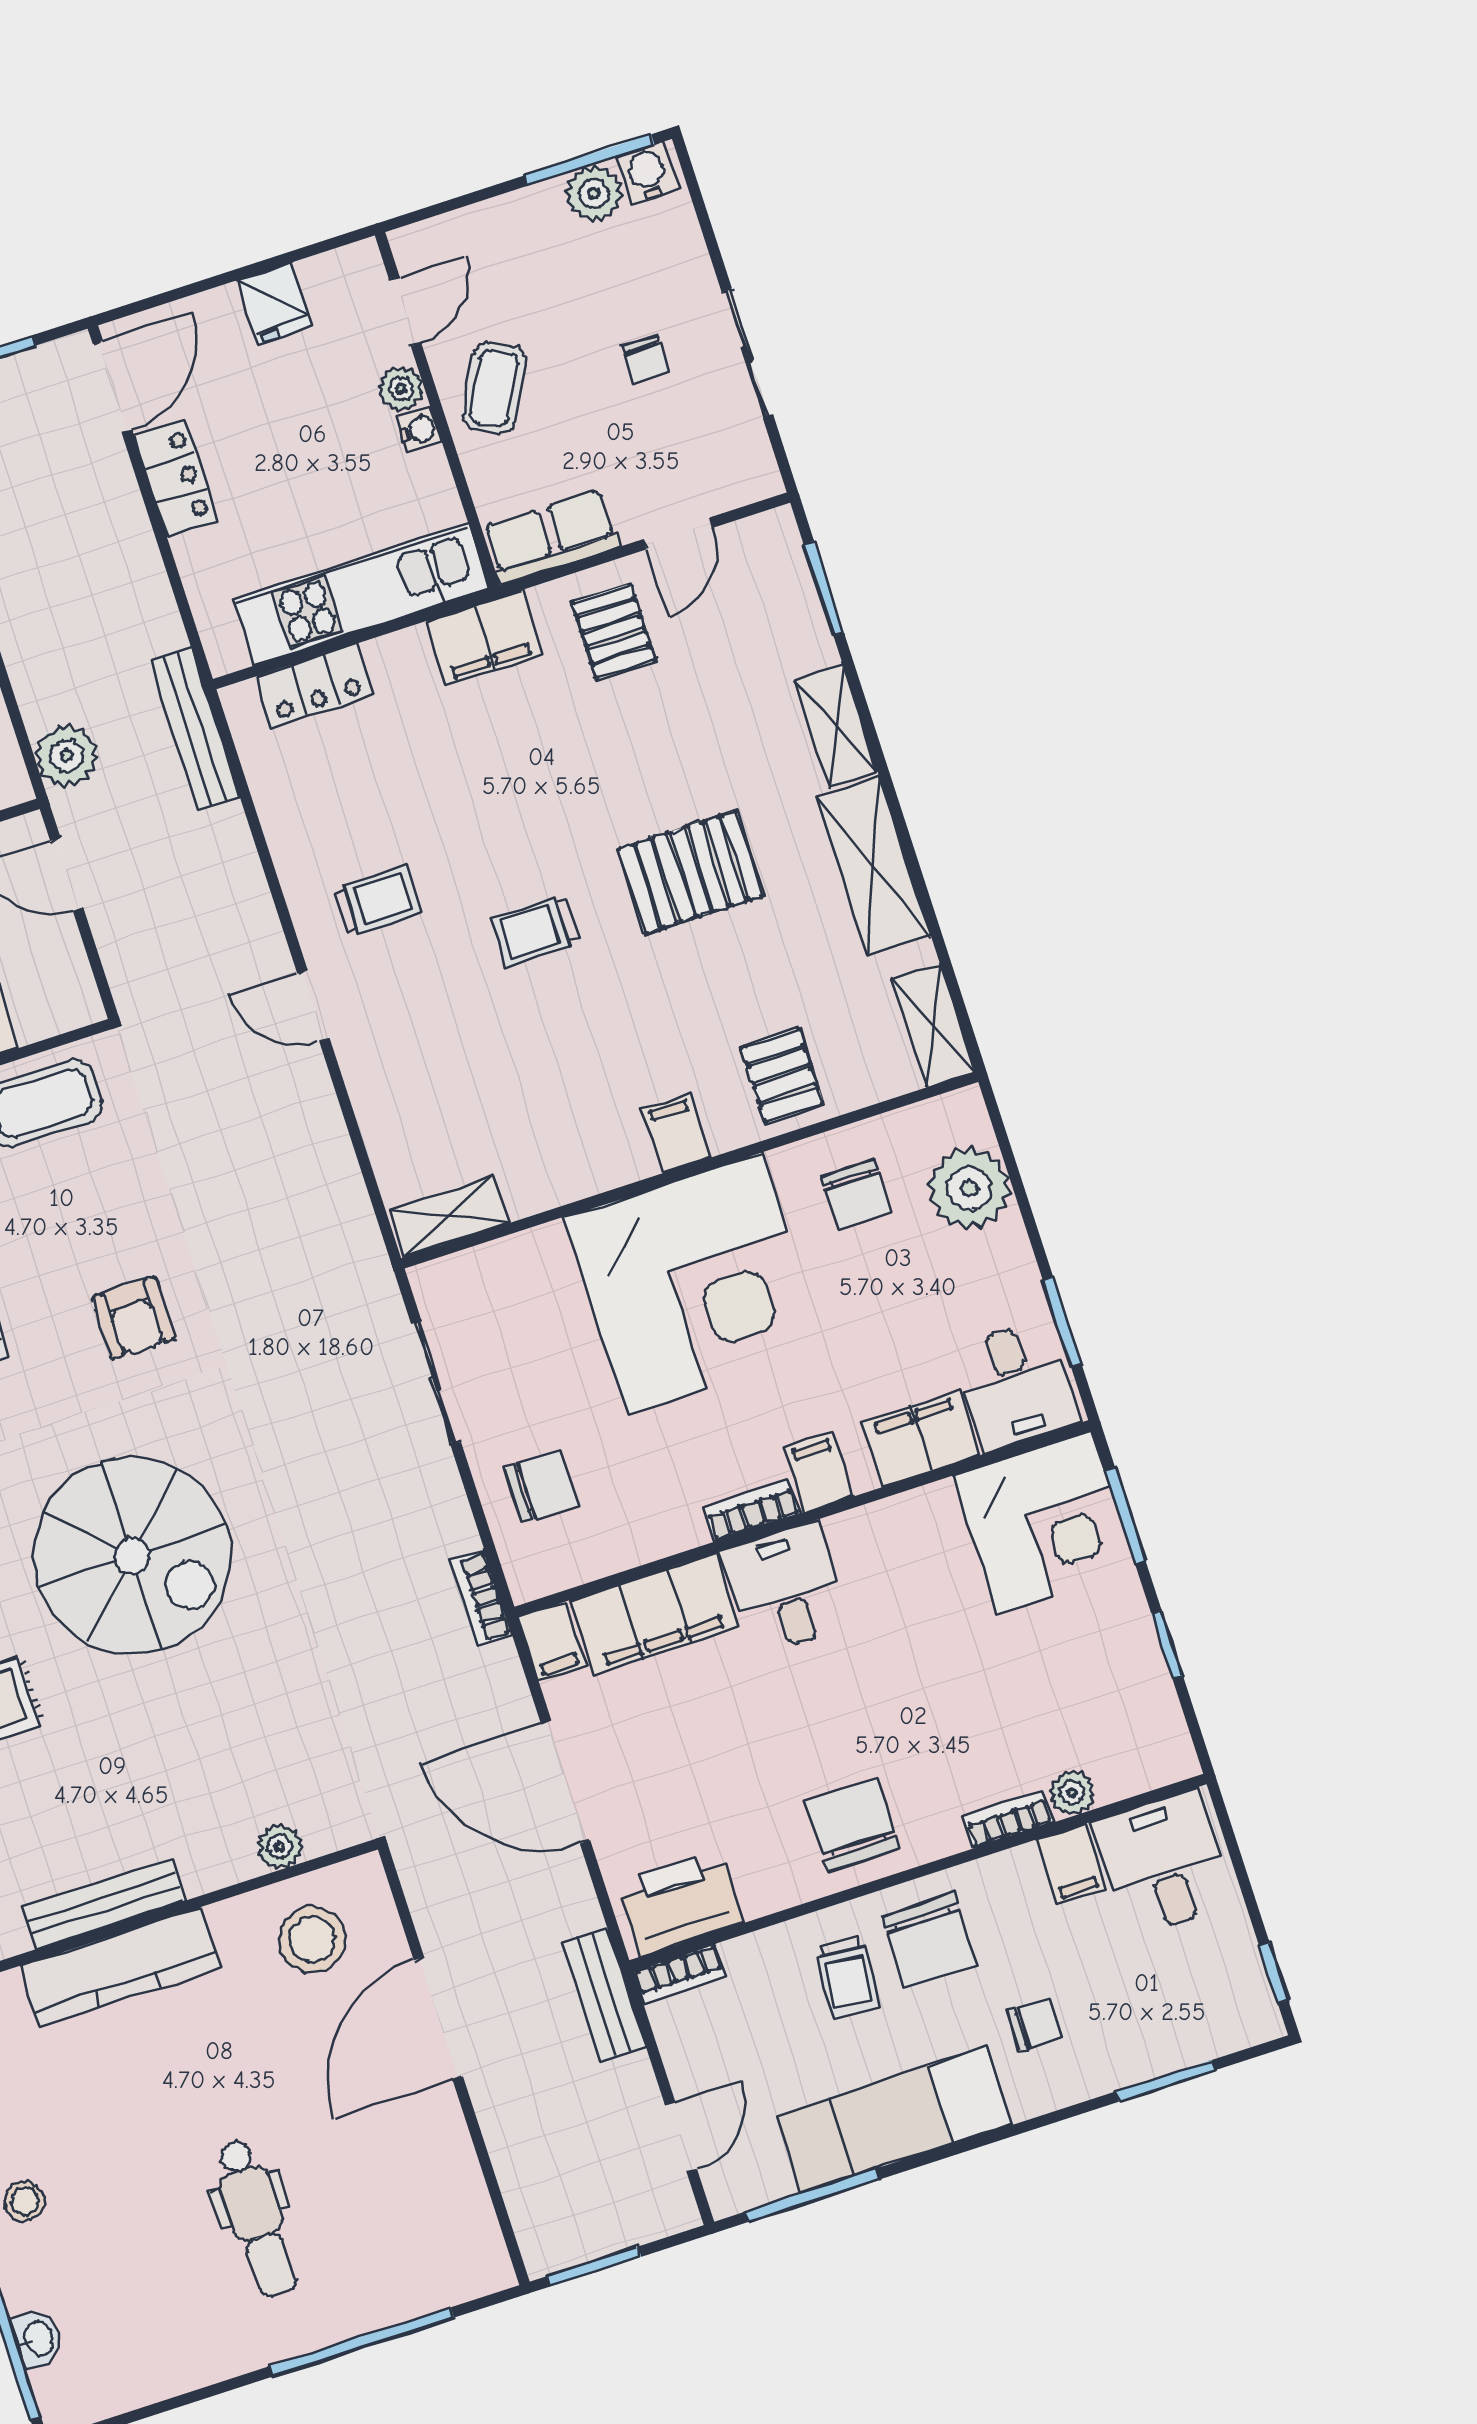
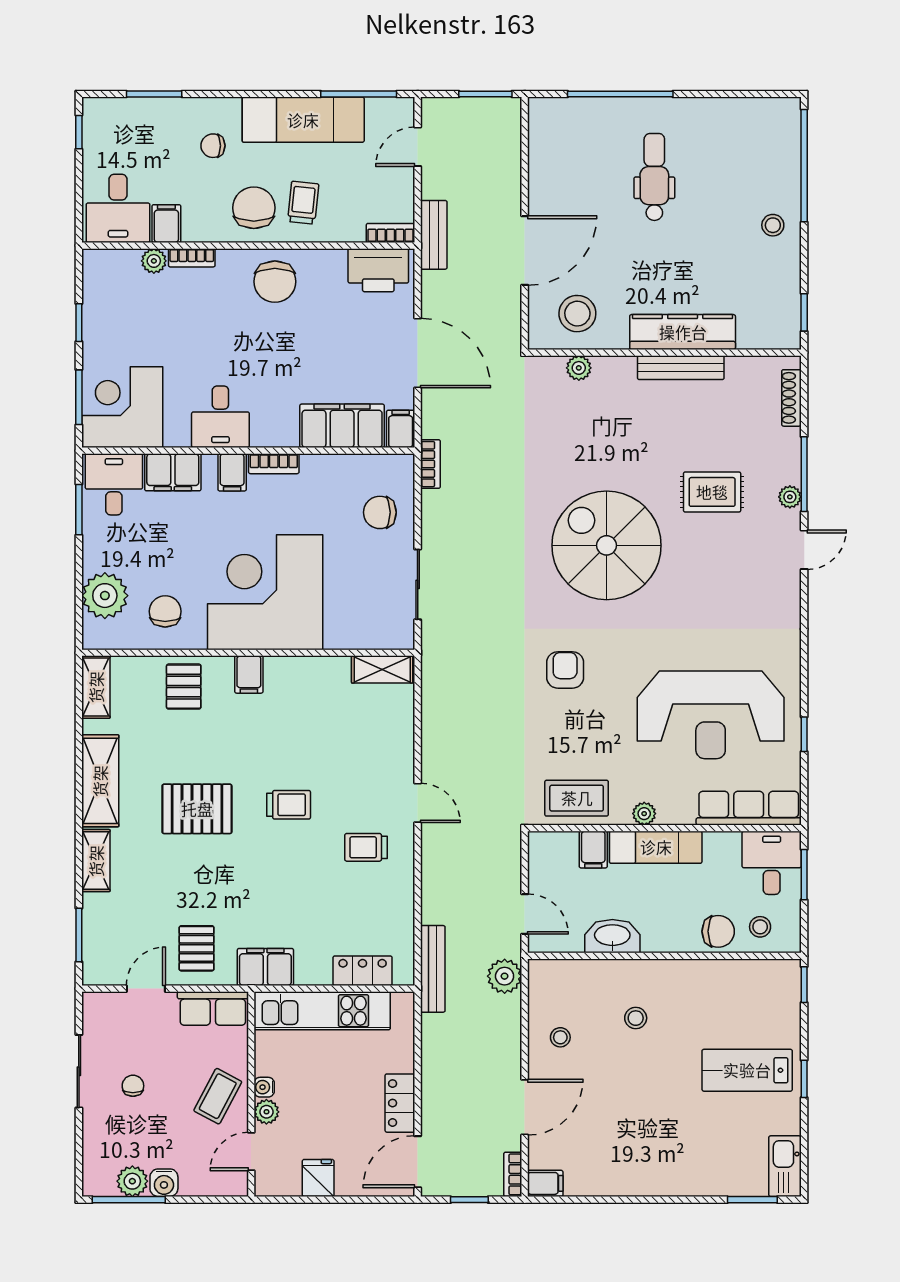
water cooler: (647, 173) -> (164, 1183), moved
desk: (787, 1589) -> (220, 417), moved
washbasin: (38, 2339) -> (789, 151), removed

